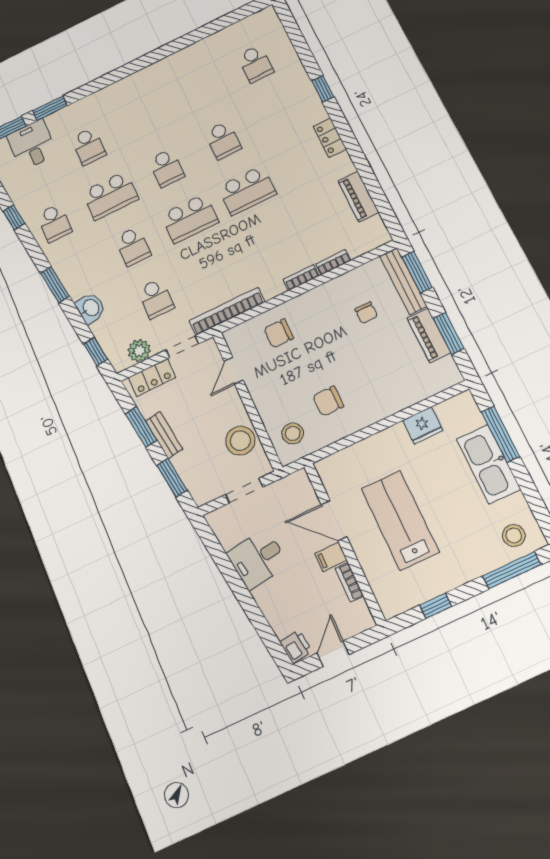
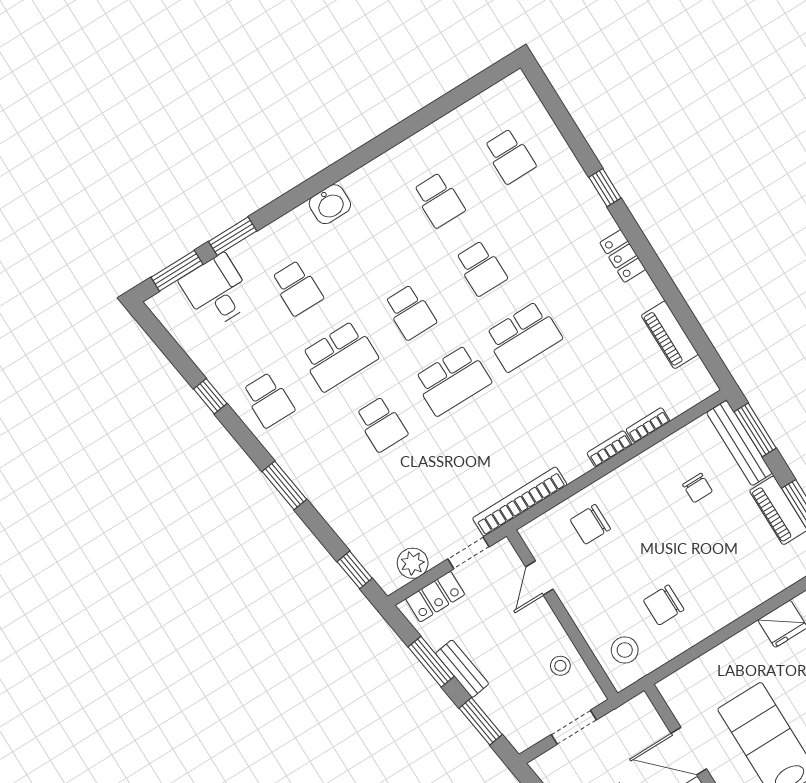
school desk: (156, 298) -> (439, 200), moved
washbasin: (90, 308) -> (330, 204), moved, turned 98
stool: (240, 441) -> (560, 666), width x0.53, depth x0.53

